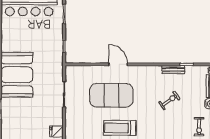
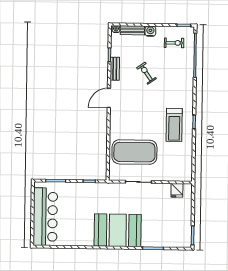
door: (118, 64) -> (109, 98), moved
exercise mat: (111, 95) -> (134, 152), moved, turned 90

